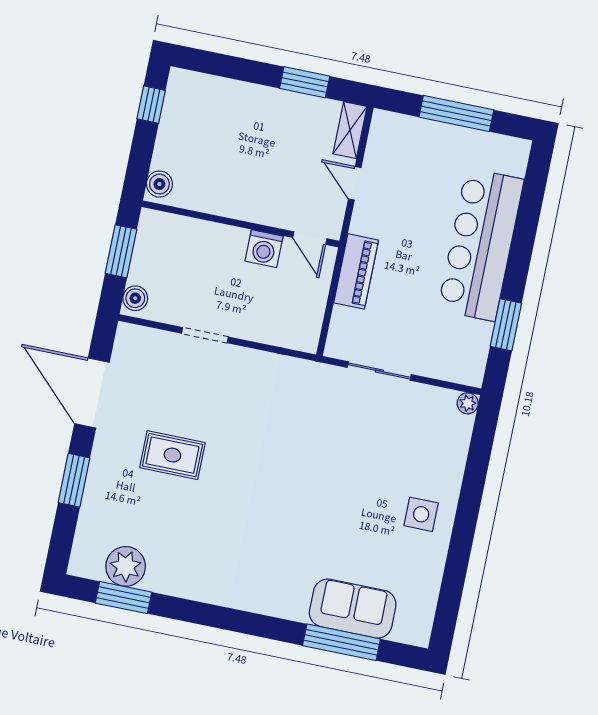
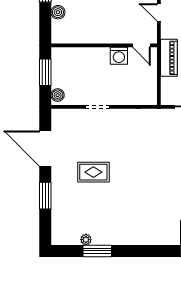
boiler: (159, 184) -> (58, 12), moved
plant: (126, 566) -> (86, 240), width x0.53, depth x0.53
window: (124, 598) -> (97, 251), moved

